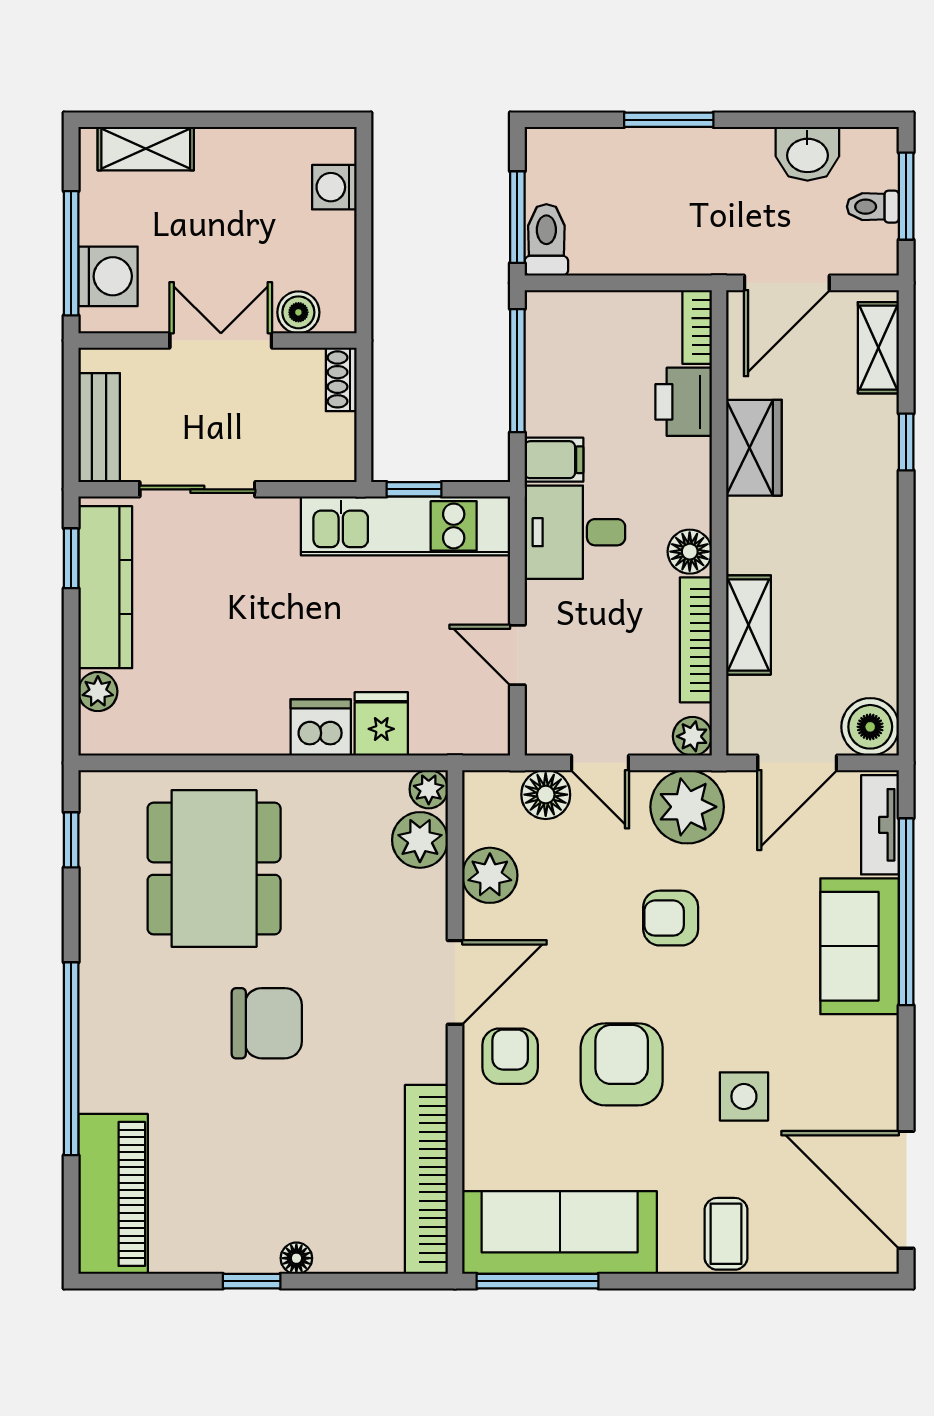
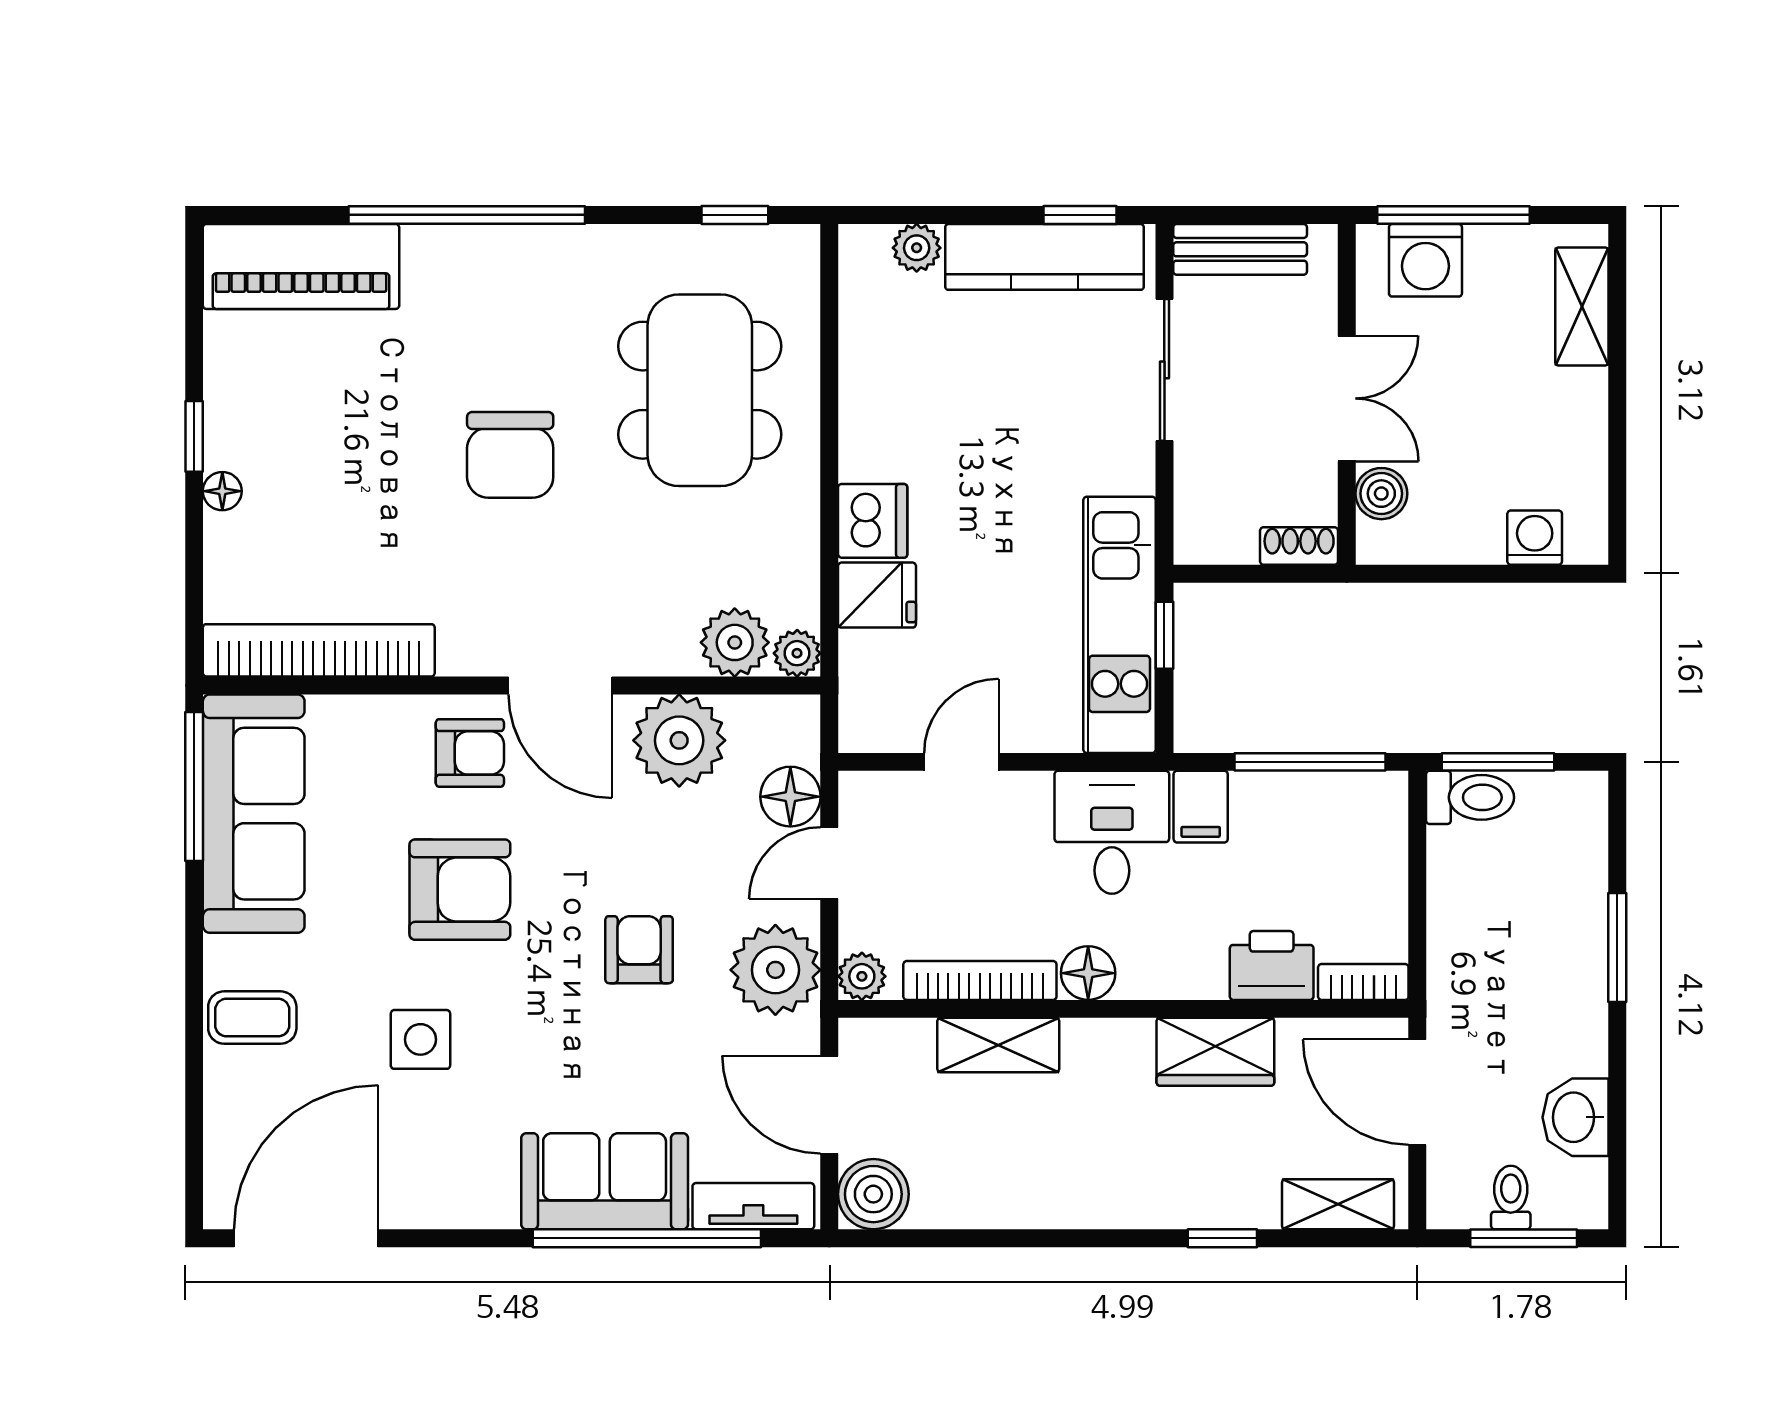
dining table: (214, 869) -> (700, 390), turned 90
plant: (490, 875) -> (679, 740), width x1.36, depth x1.36

